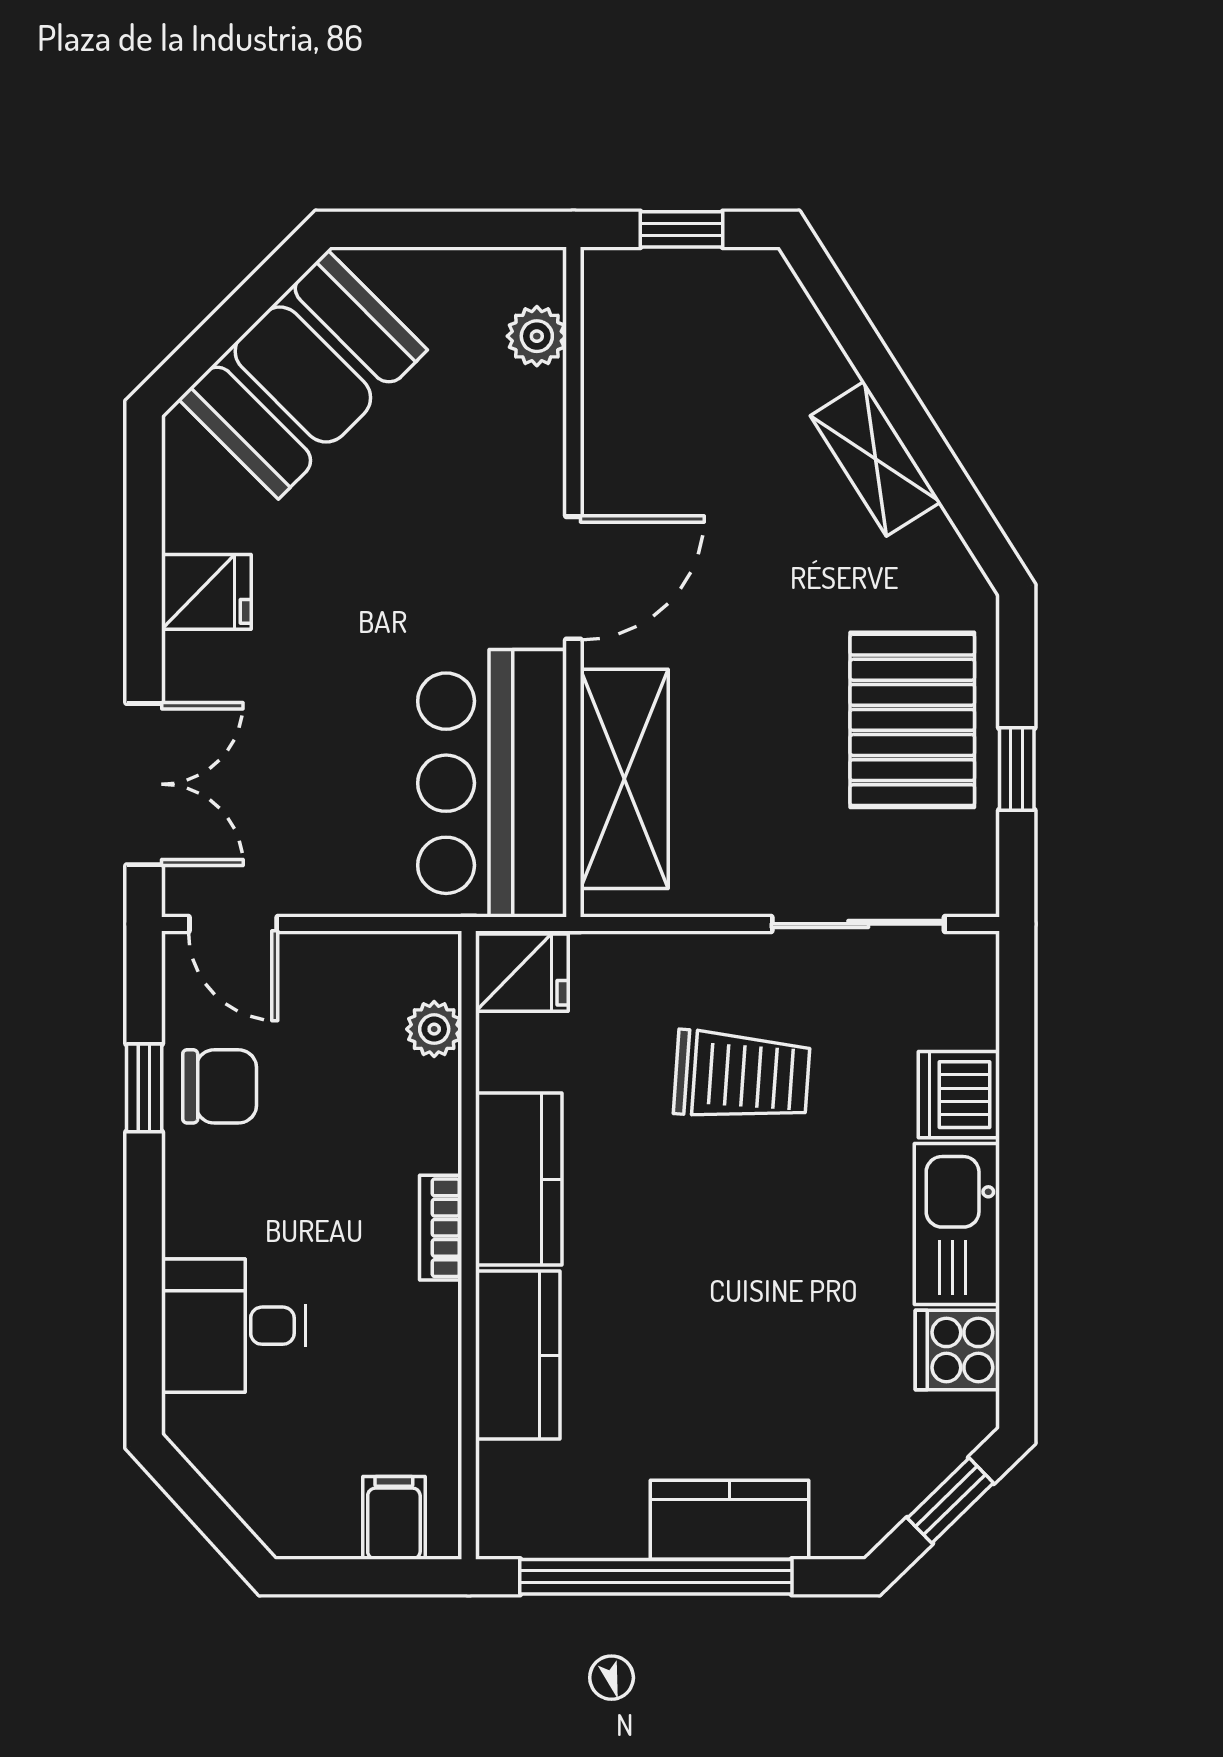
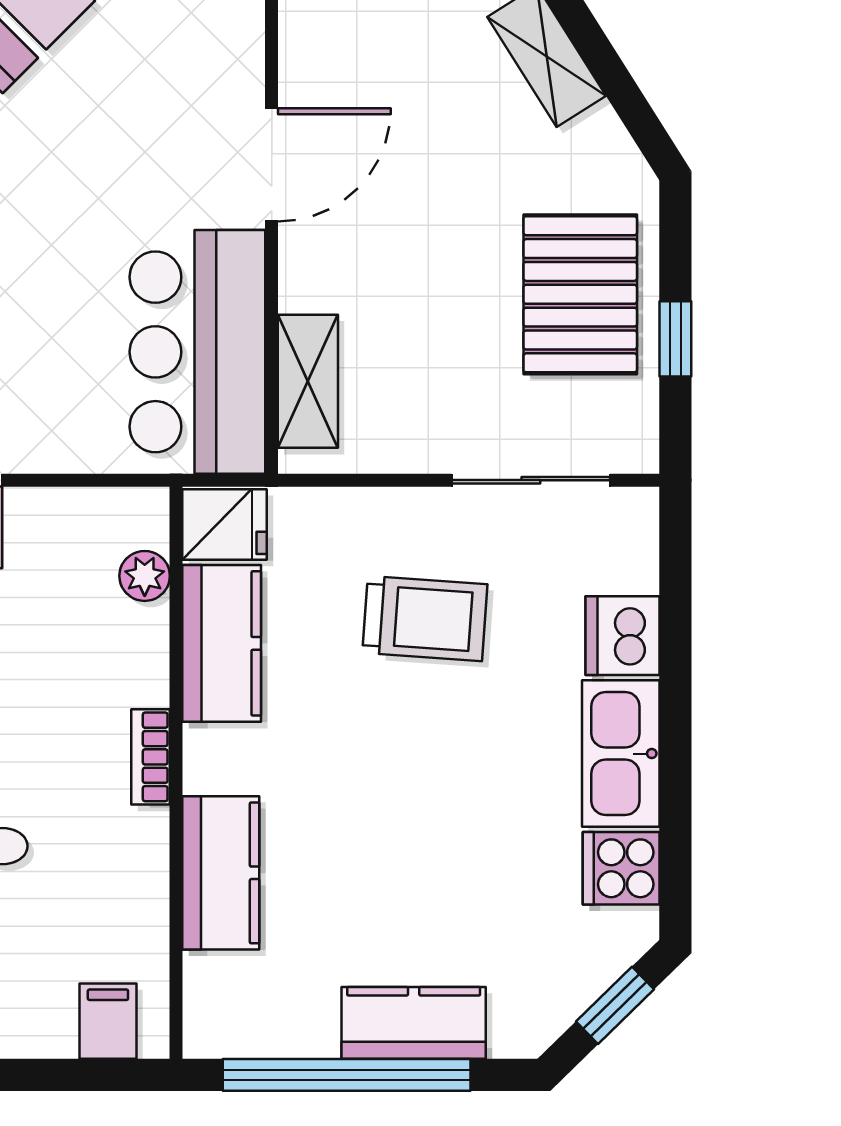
shelving: (624, 779) -> (308, 381), width x0.67, depth x0.75
kitchen counter: (519, 1179) -> (222, 643), moved

